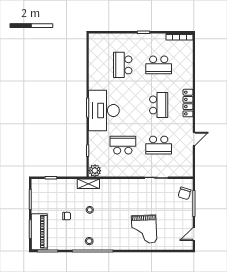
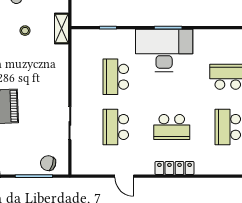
school desk: (123, 145) -> (116, 77), turned 180
plant: (95, 171) -> (80, 38), removed

